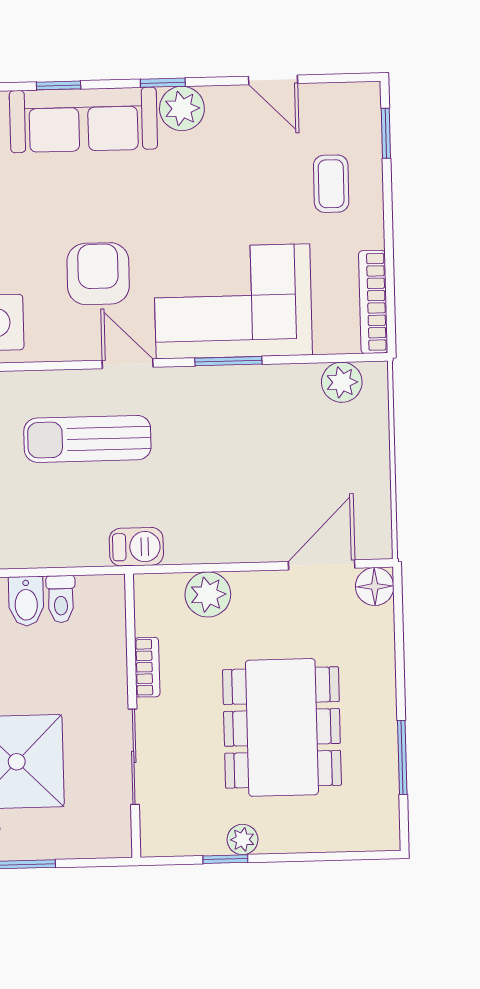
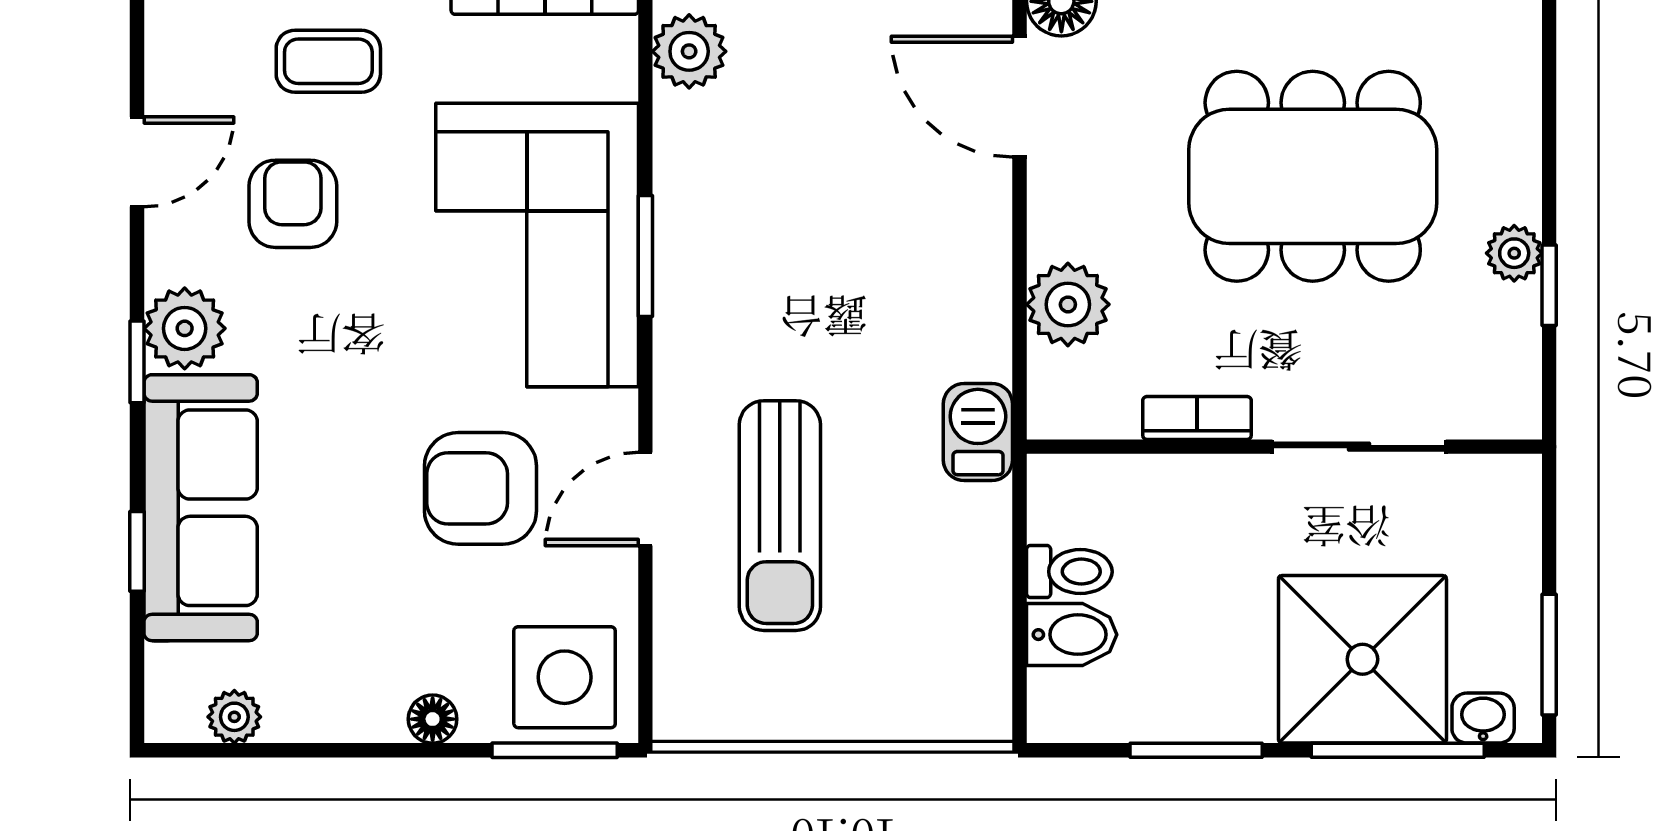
armchair: (252, 166) -> (293, 204), added
door: (128, 364) -> (645, 499), moved

